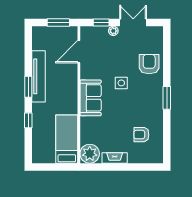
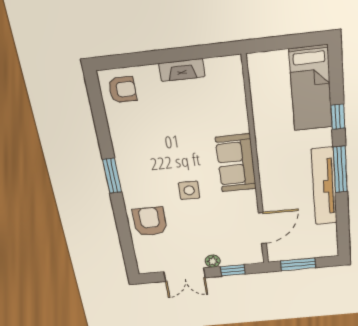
armchair: (149, 64) -> (150, 221), turned 180
window: (28, 87) -> (340, 170), width x1.44
armchair: (141, 135) -> (122, 90), moved
bed: (67, 139) -> (311, 88), moved
plant: (90, 154) -> (226, 72), removed

